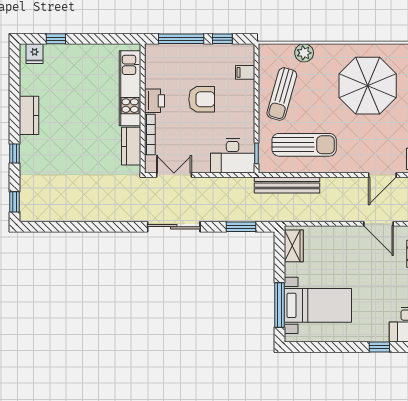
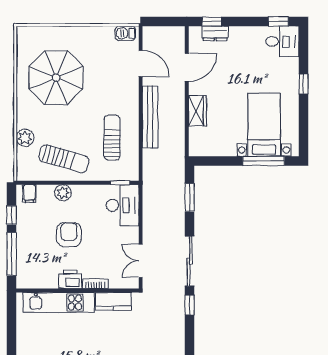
filing cabinet: (245, 72) -> (29, 194), moved
plant: (246, 93) -> (63, 193), added
bookcase: (150, 135) -> (95, 284), width x0.64
sun lounger: (304, 145) -> (112, 138), width x0.73, depth x0.75
bench: (287, 185) -> (150, 117), moved
window: (127, 227) -> (190, 305), added
wardrobe: (294, 246) -> (197, 111), moved, turned 90
window: (379, 347) -> (303, 84), moved

